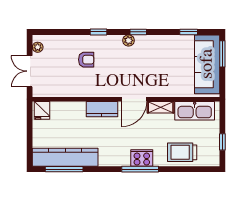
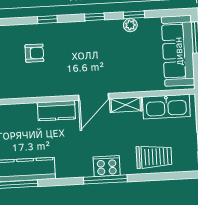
window: (189, 32) -> (134, 15), moved
plant: (129, 40) -> (130, 25), moved
trolley: (182, 152) -> (154, 157), turned 180

